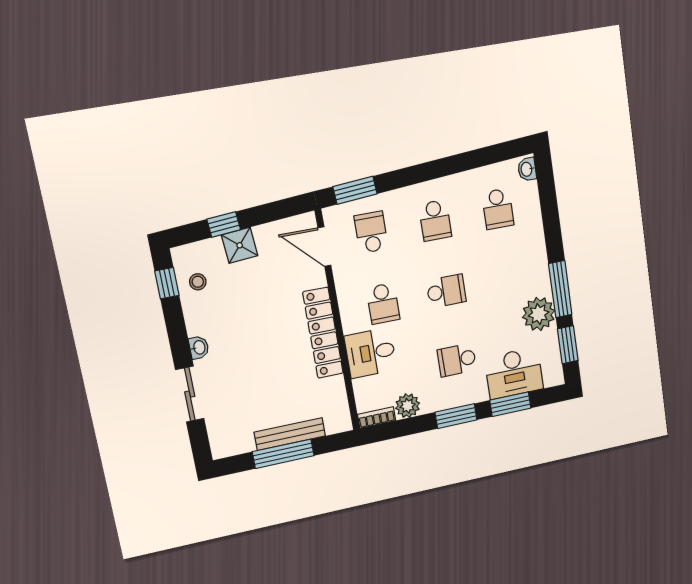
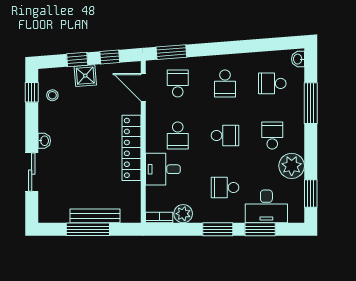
school desk: (498, 209) -> (272, 83), turned 90
window: (270, 212) -> (110, 57), added
school desk: (508, 279) -> (272, 135), added
window: (560, 289) -> (311, 103), moved

